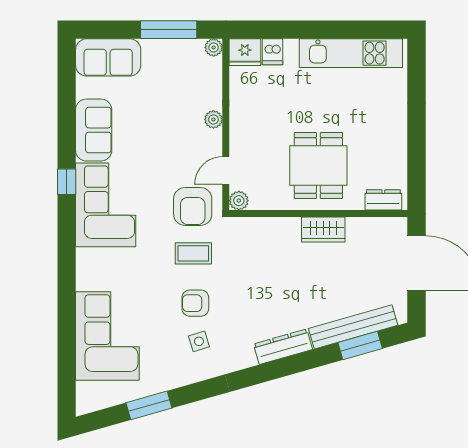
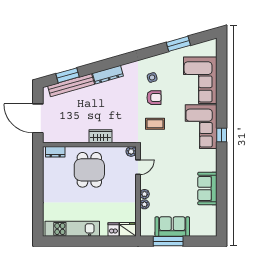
plant: (214, 47) -> (144, 204), moved
sofa: (108, 57) -> (172, 227), moved
window: (67, 182) -> (222, 135), moved
corner sofa: (106, 205) -> (201, 127), moved
armchair: (193, 206) -> (155, 148), removed
wardrobe: (323, 230) -> (101, 136), moved

